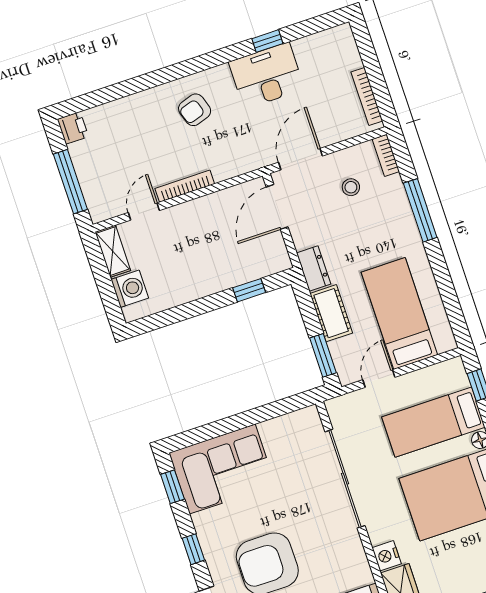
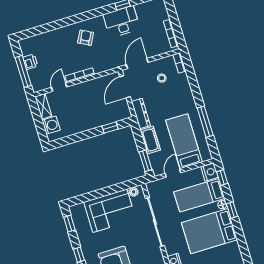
armchair: (195, 110) -> (86, 38), turned 136
printer: (73, 128) -> (30, 62), moved
window: (420, 210) -> (205, 122), moved
dresser: (314, 269) -> (141, 114), width x1.44
nightstand: (453, 375) -> (210, 172), added
plant: (300, 419) -> (134, 192), added
corner sofa: (222, 469) -> (110, 211), moved

